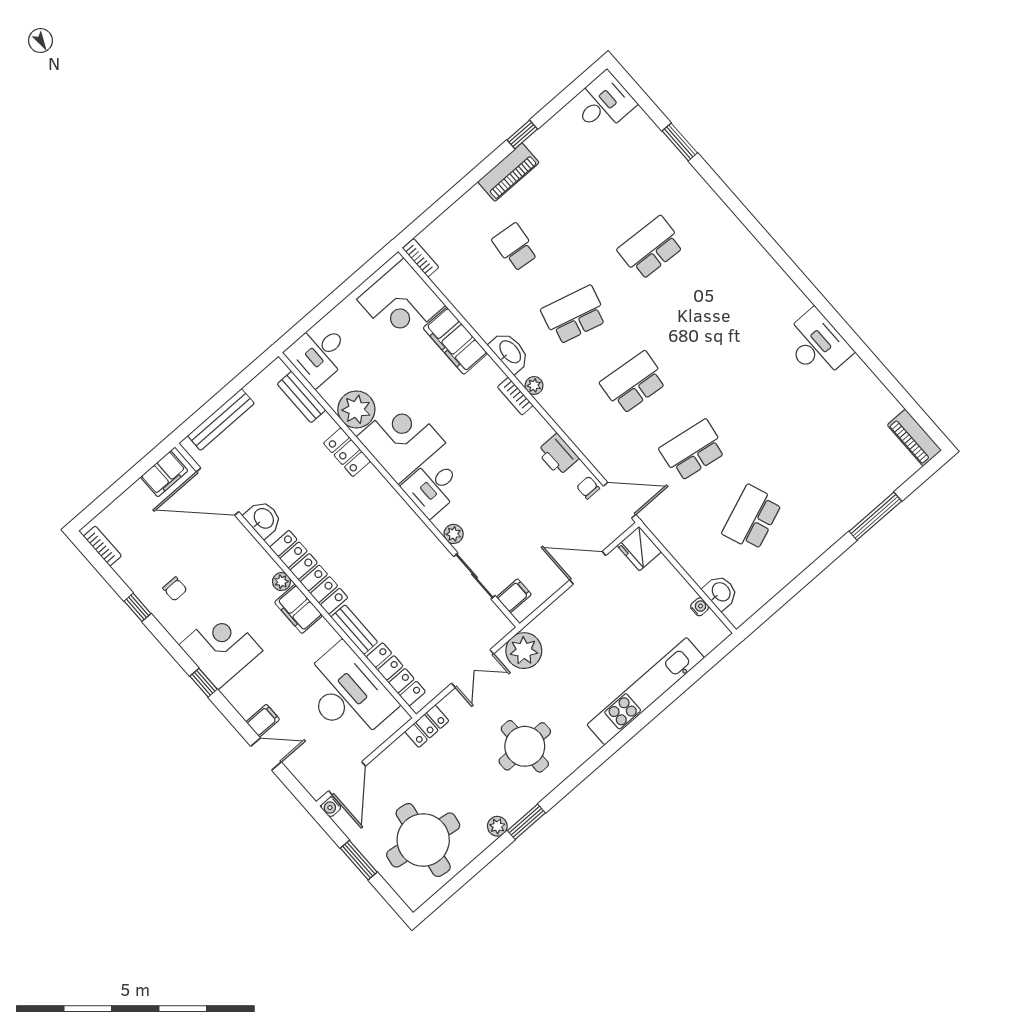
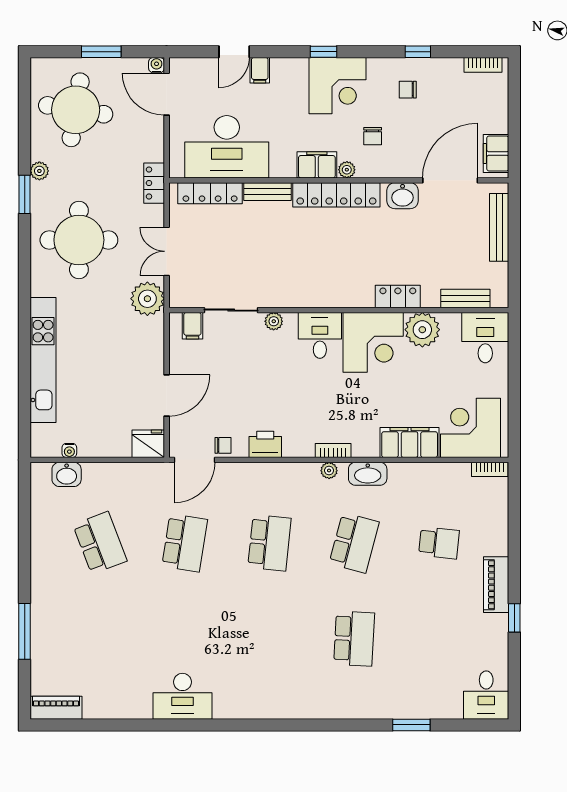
chair: (237, 584) -> (373, 136), added
round table: (525, 746) -> (79, 240), width x1.36, depth x1.36

